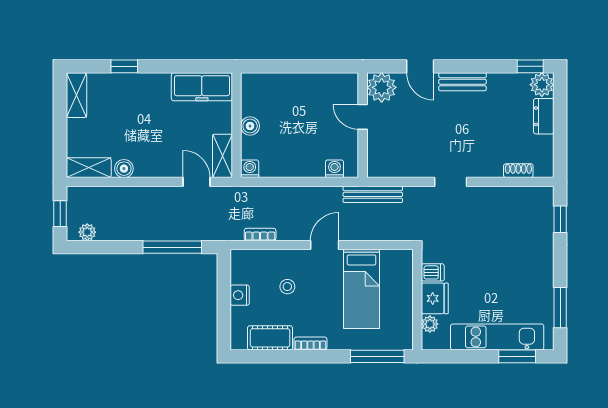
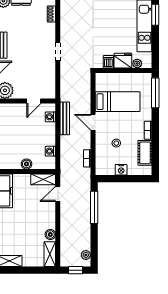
door: (363, 117) -> (34, 101), moved
washing machine: (250, 169) -> (50, 151), moved
bench: (373, 194) -> (65, 118), moved

